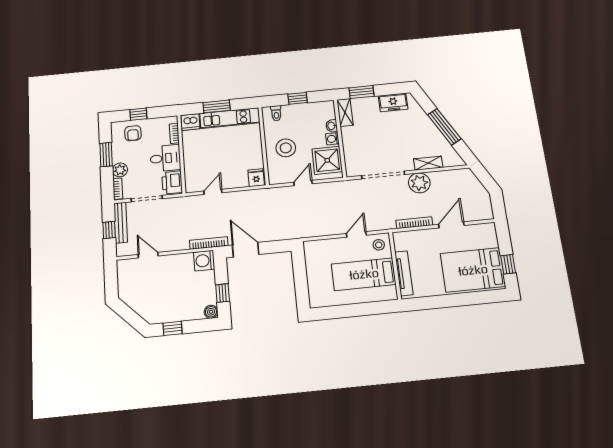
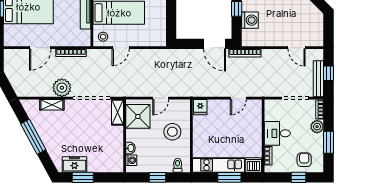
window: (361, 92) -> (83, 177), moved
shelving: (345, 112) -> (118, 112), moved
washing machine: (332, 139) -> (131, 160), moved
printer: (172, 183) -> (273, 110), removed
washing machine: (204, 261) -> (250, 20), moved

